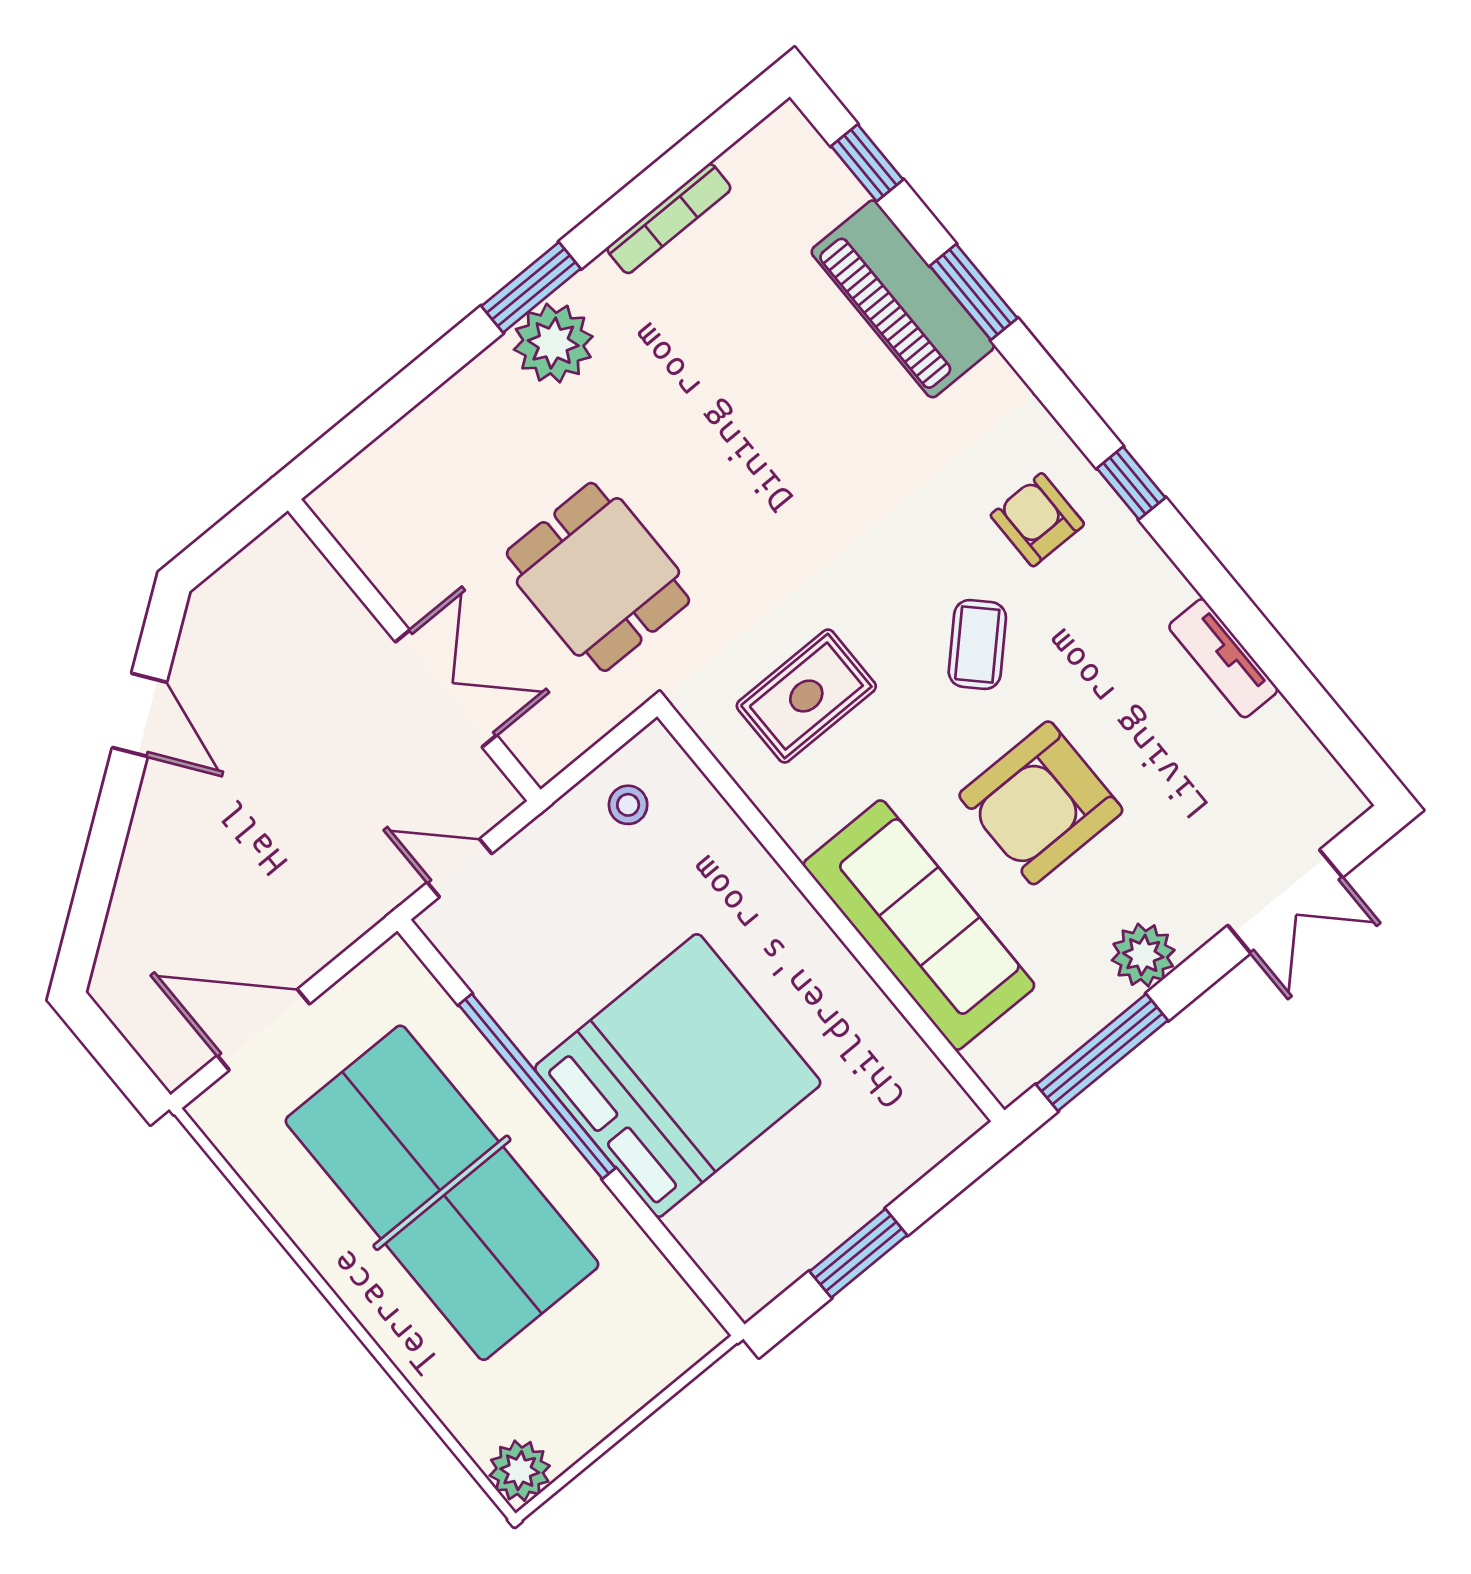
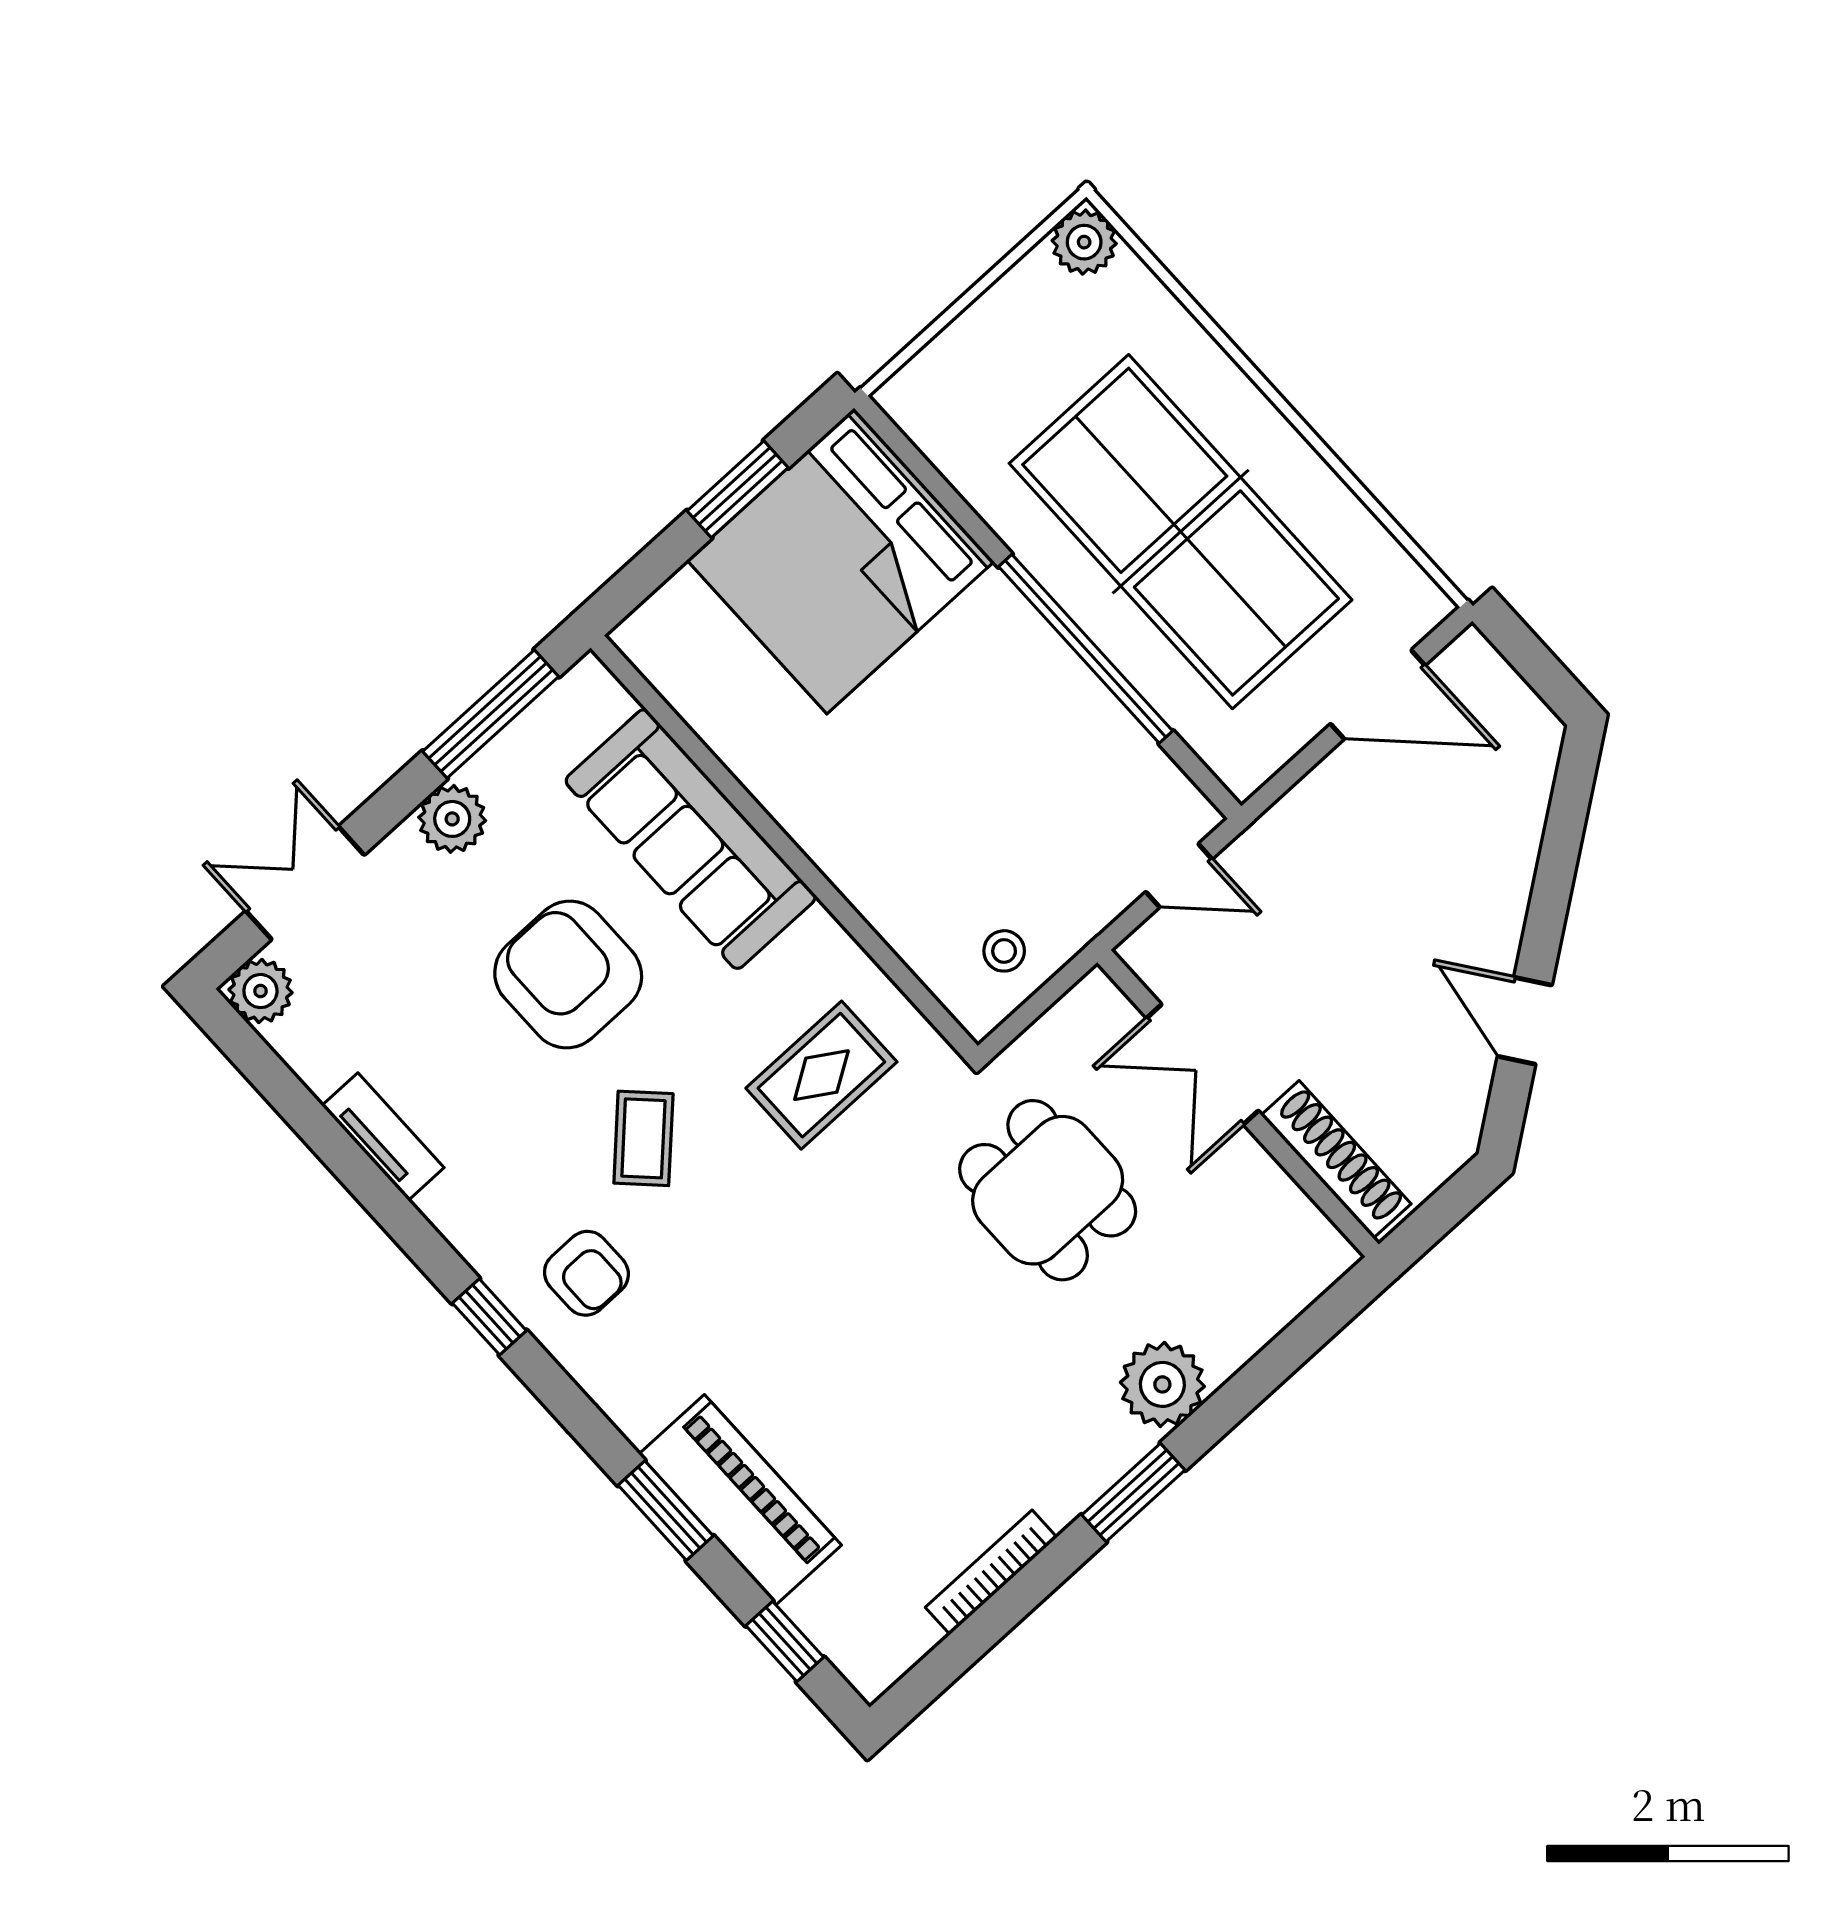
plant: (553, 343) -> (1162, 1384), moved
shoe rack: (324, 593) -> (1336, 1159), added
plant: (1332, 801) -> (260, 991), added
armchair: (1041, 803) -> (568, 974), turned -90
bed: (678, 1076) -> (840, 561), moved

